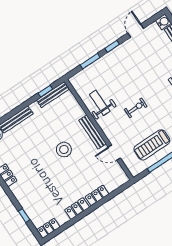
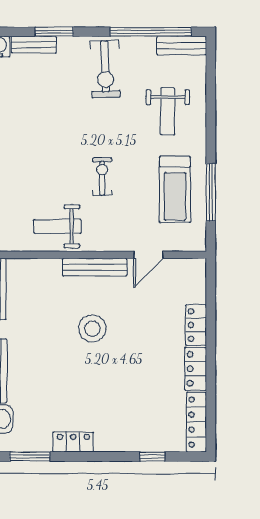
locker: (48, 228) -> (196, 422), width x1.53

